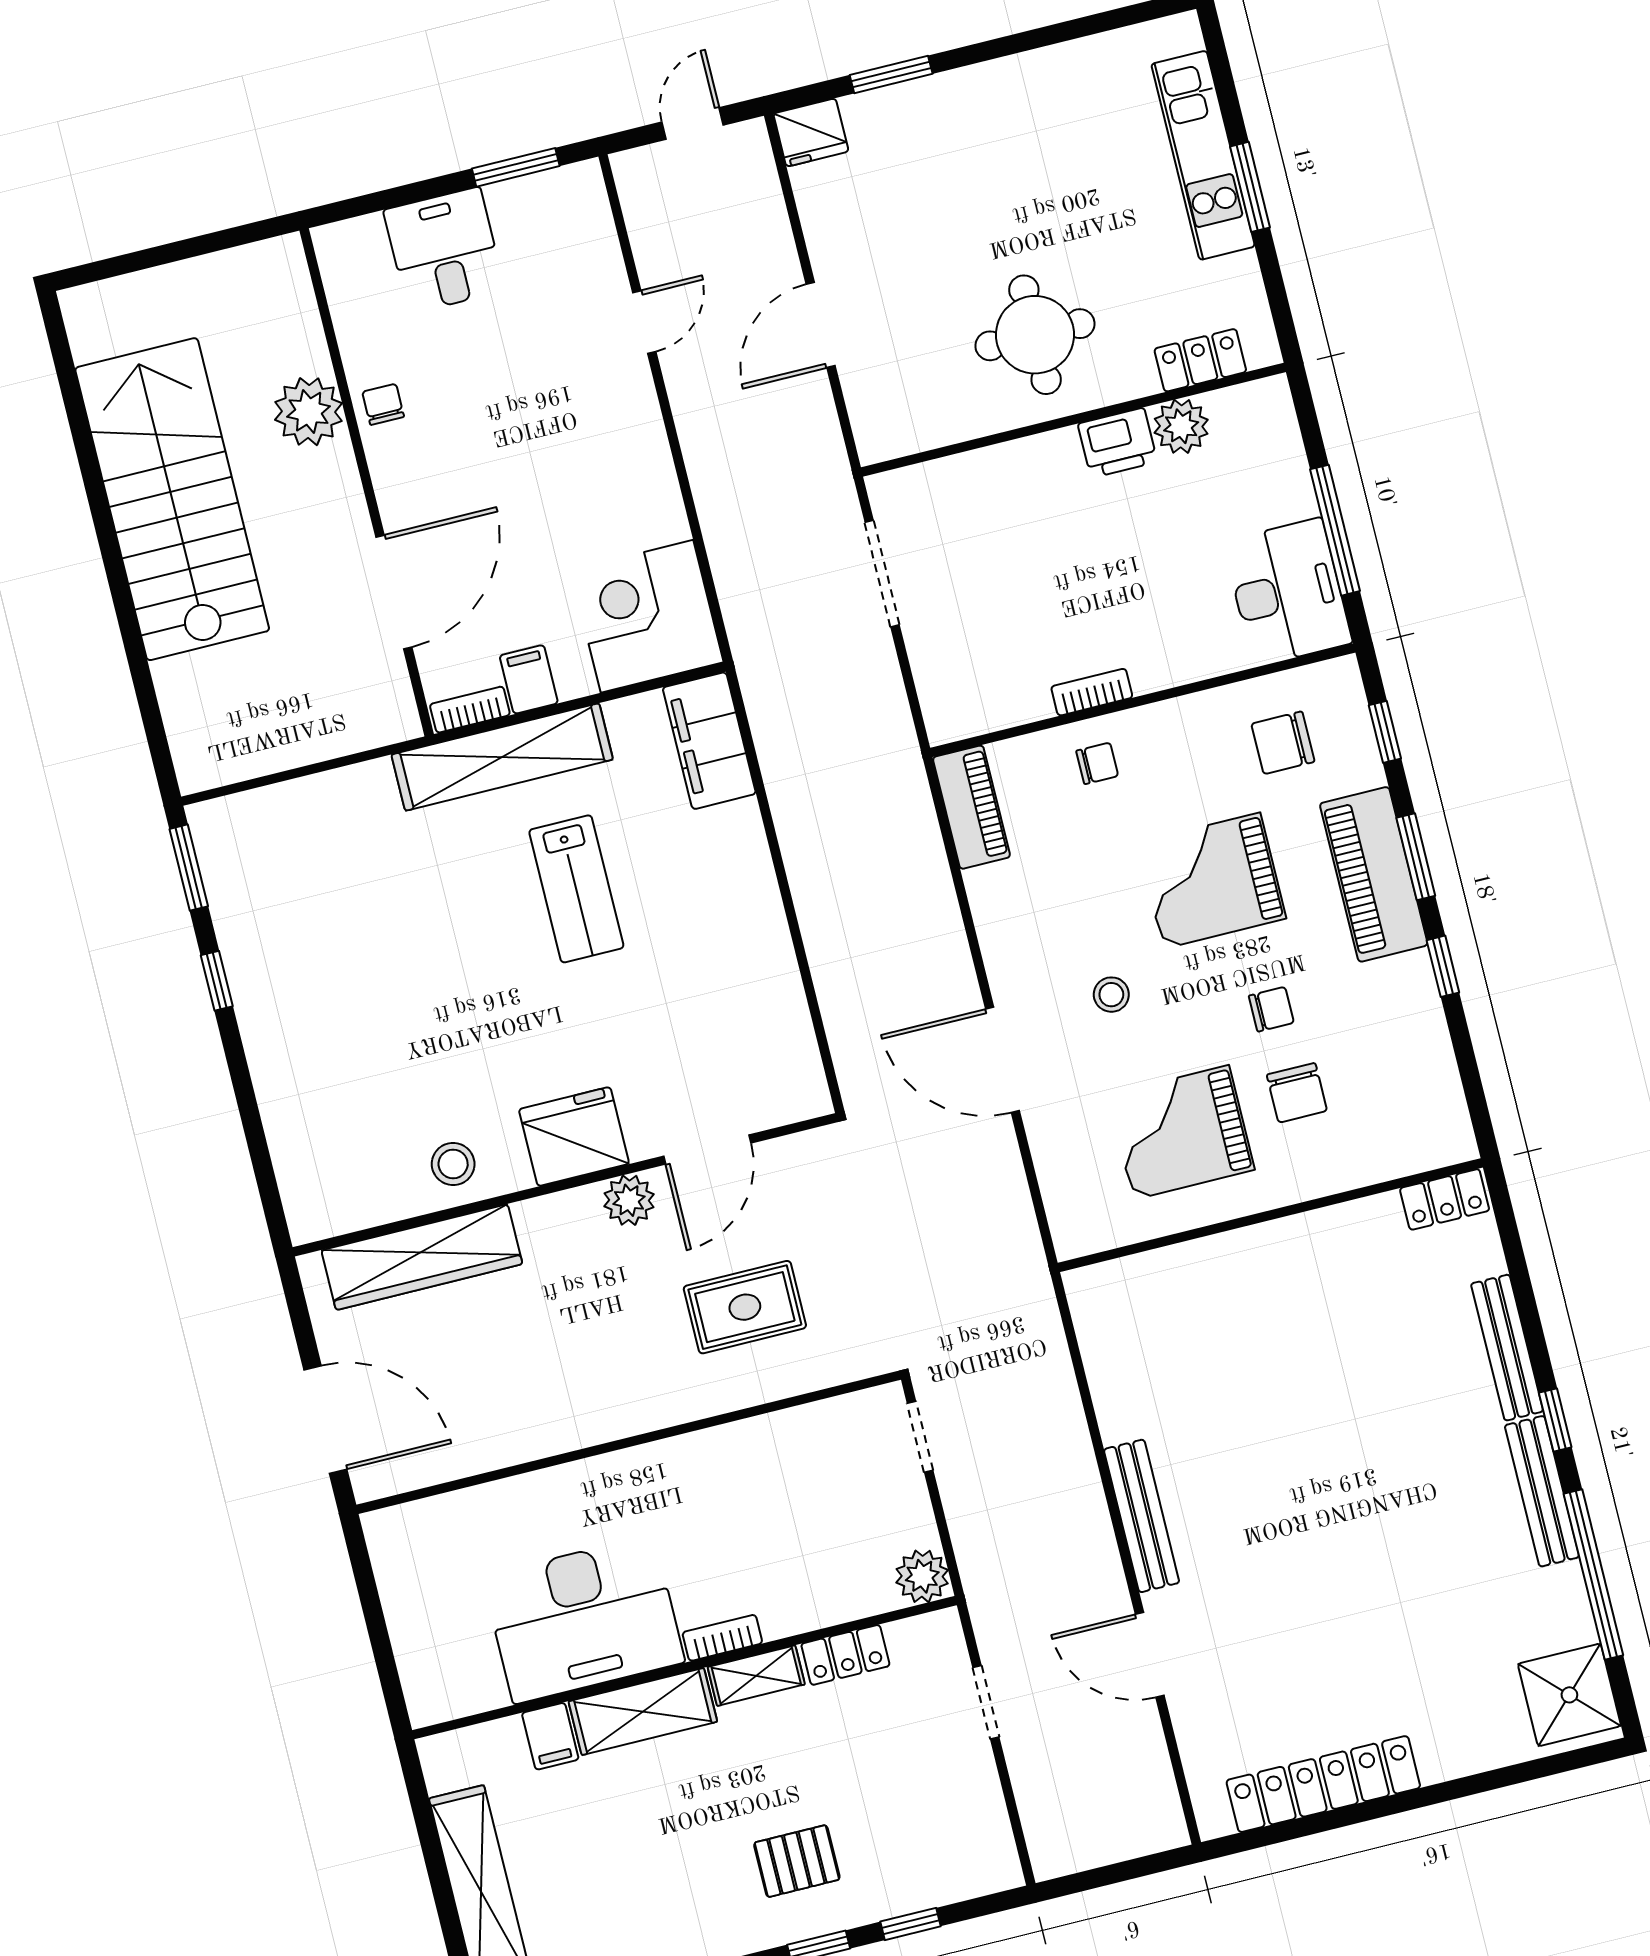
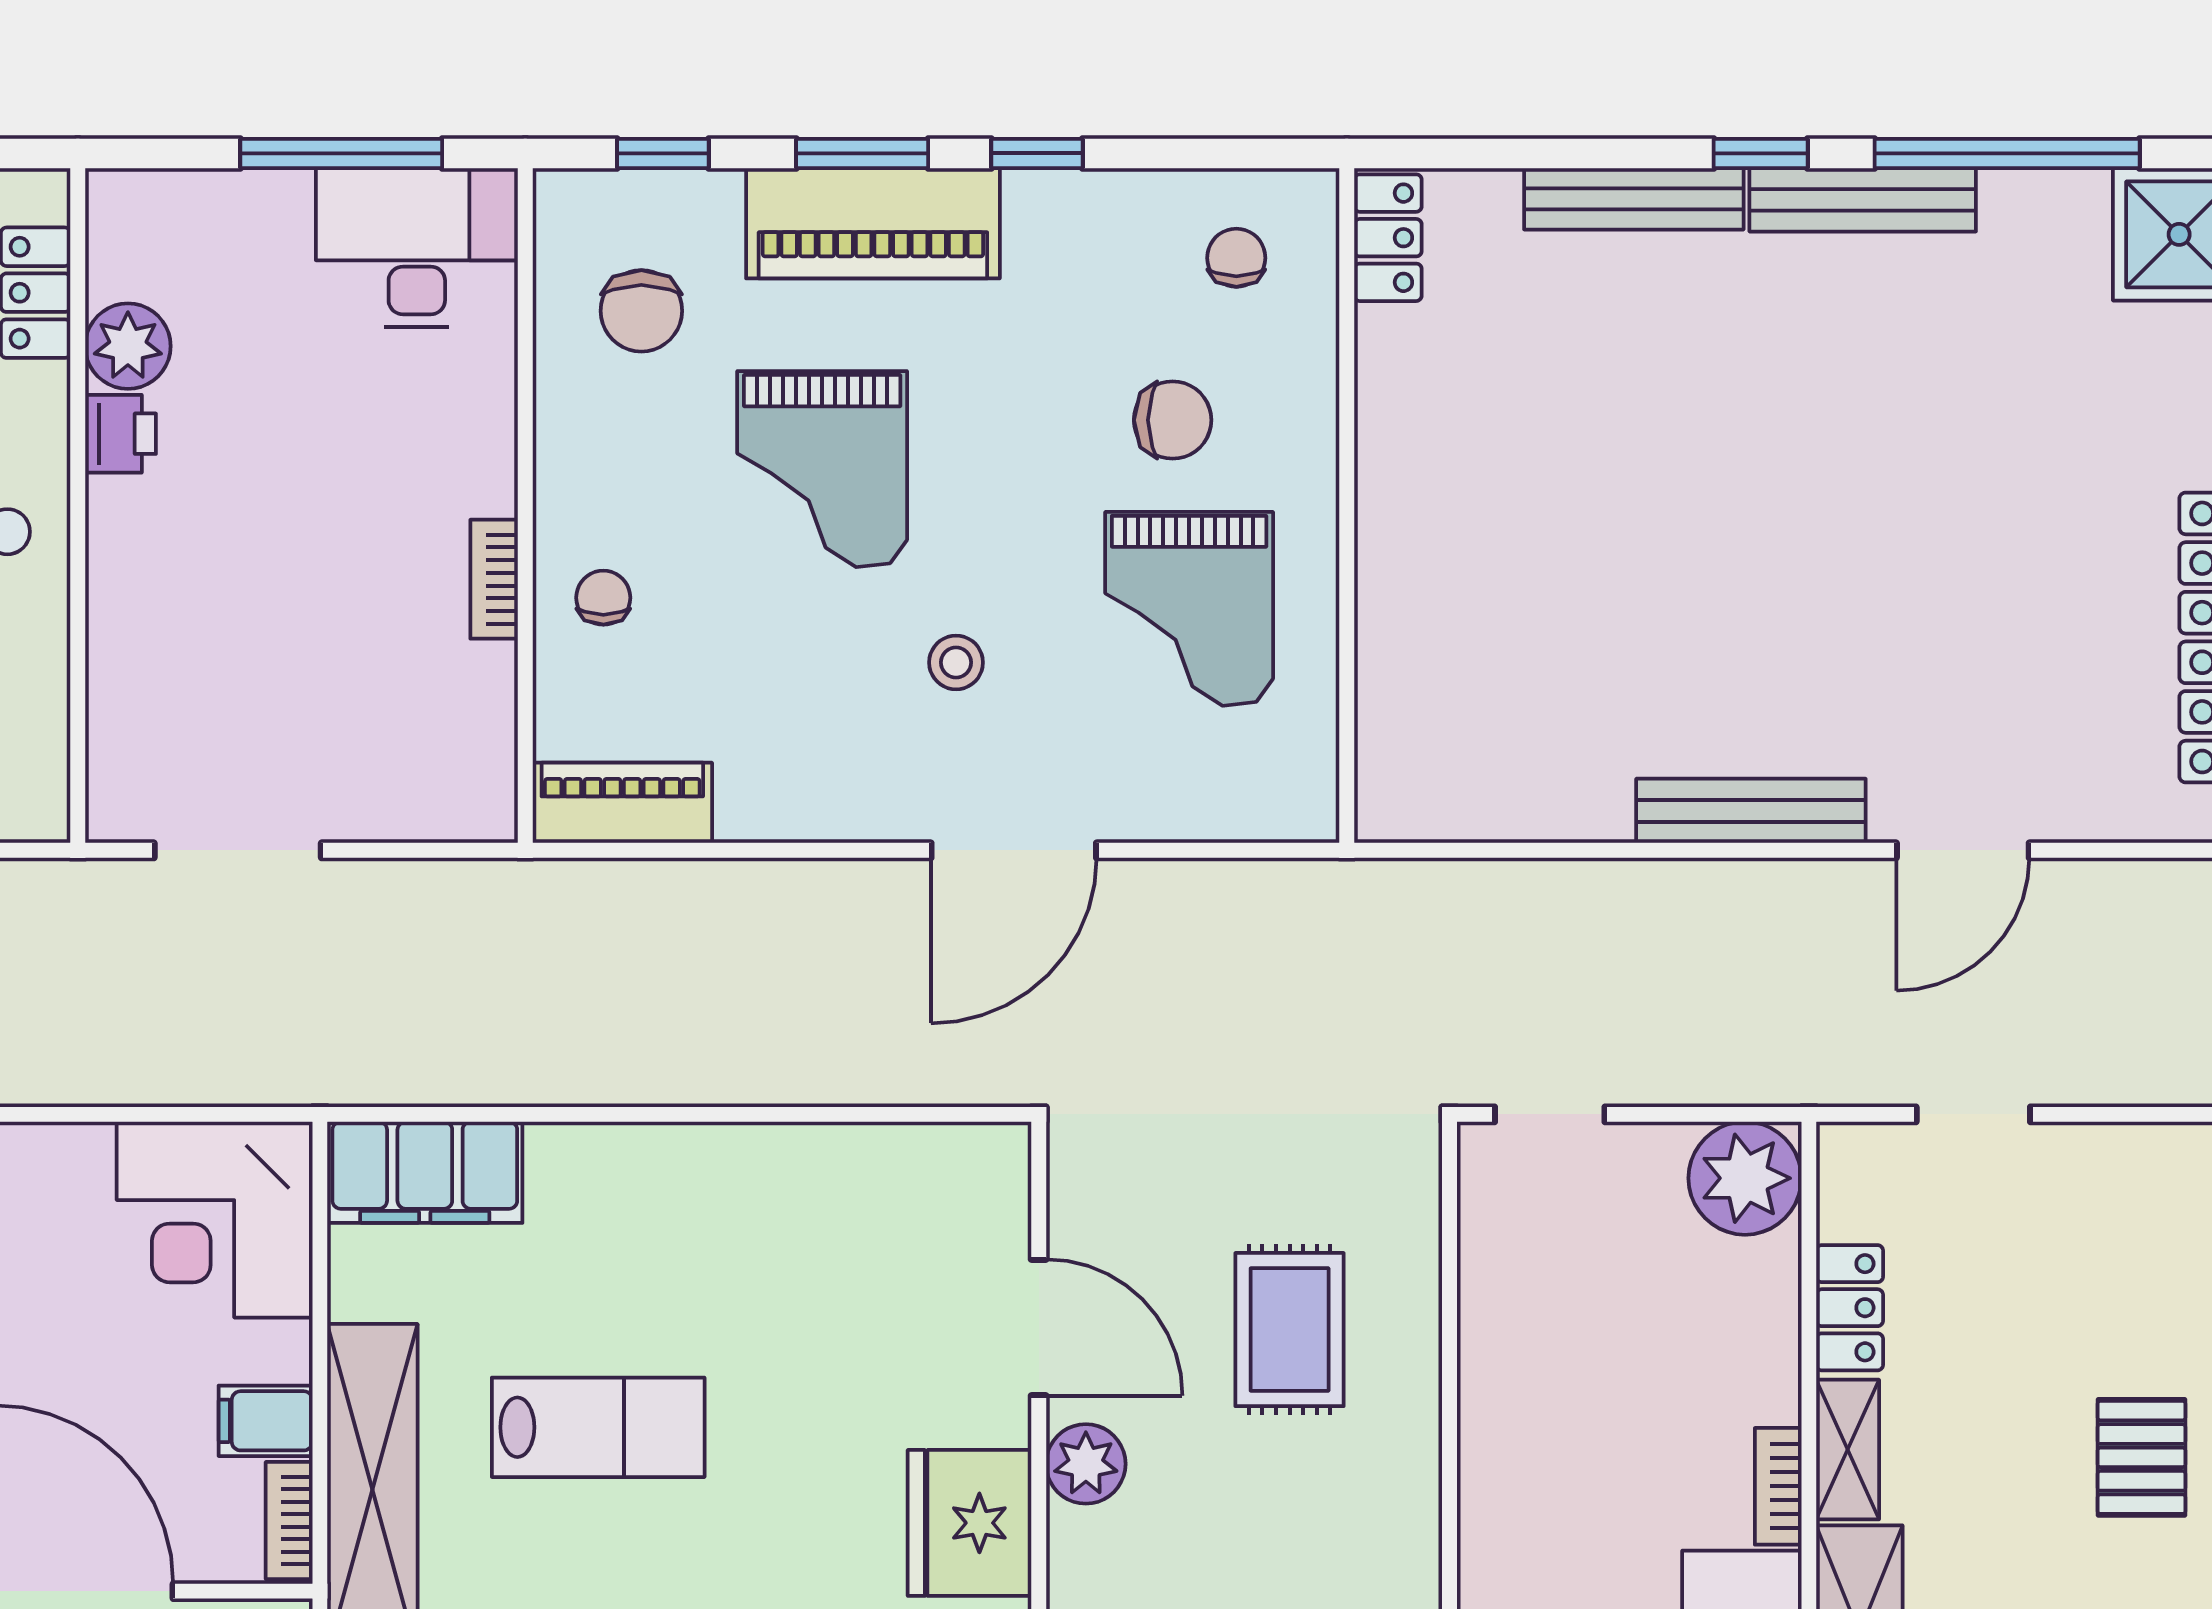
printer: (1118, 443) -> (121, 434), width x0.73, depth x0.81
chair: (1271, 1009) -> (1236, 258), moved
plant: (922, 1576) -> (1745, 1178), width x1.36, depth x1.36

